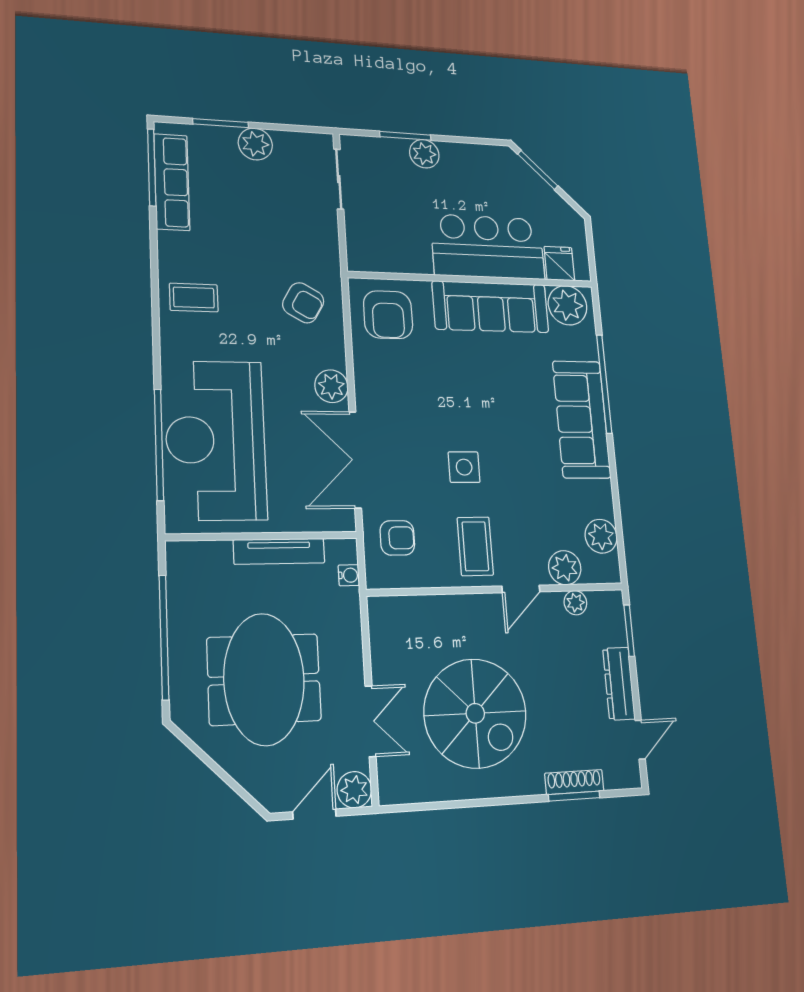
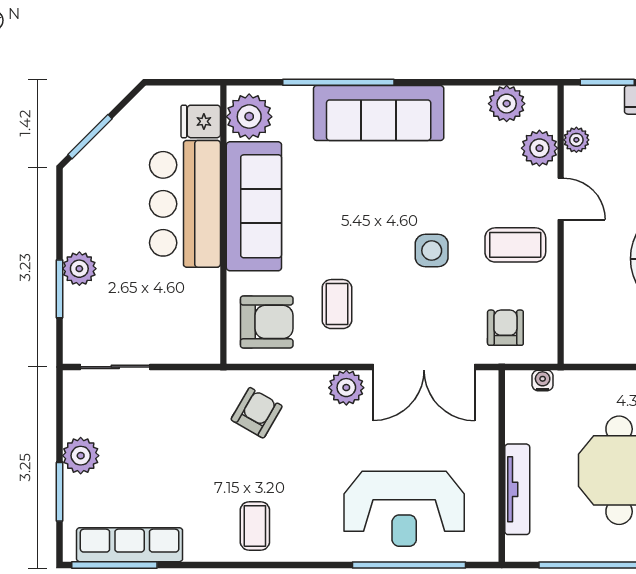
coffee table: (409, 379) -> (337, 304), added
reception desk: (216, 440) -> (404, 509), width x0.74, depth x0.77
tv unit: (279, 551) -> (517, 489), moved

